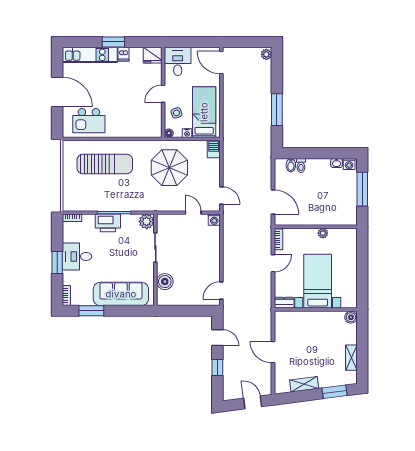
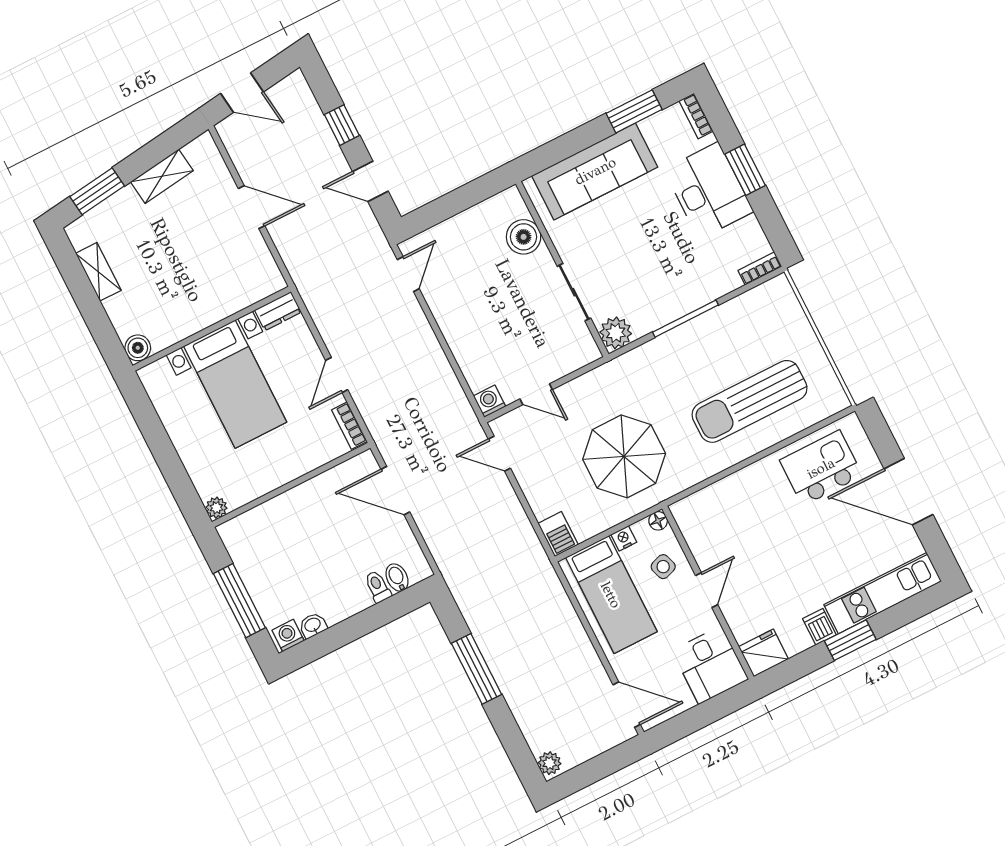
printer: (108, 223) -> (688, 293), removed
plant: (323, 233) -> (216, 508), moved
desk: (77, 256) -> (709, 190), width x1.37

